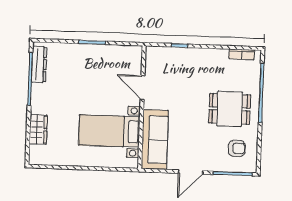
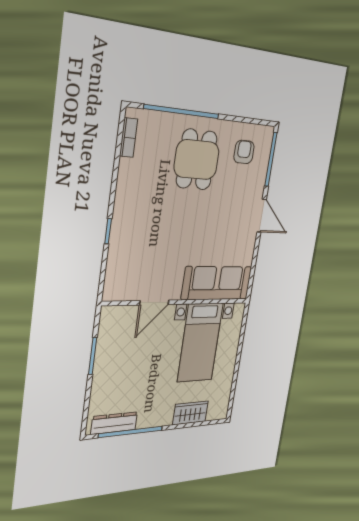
door: (143, 88) -> (154, 303), moved
wall: (142, 107) -> (178, 302), moved
bed with nightstands: (109, 131) -> (200, 342), moved
sofa: (155, 140) -> (217, 283), moved

